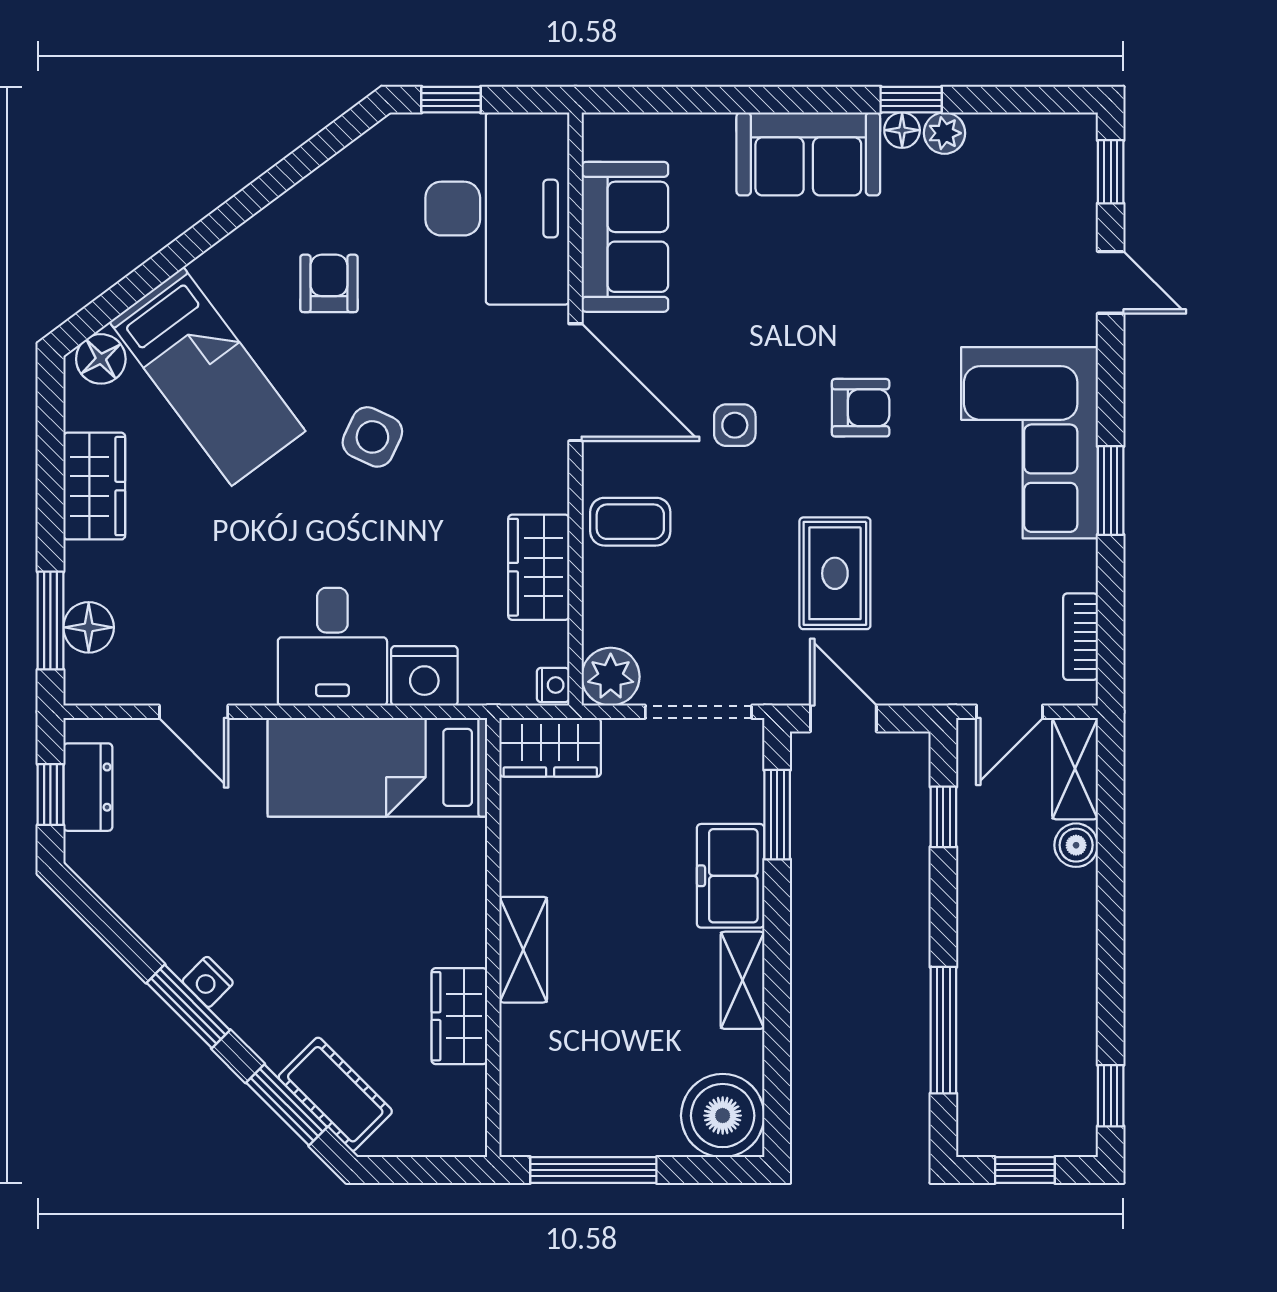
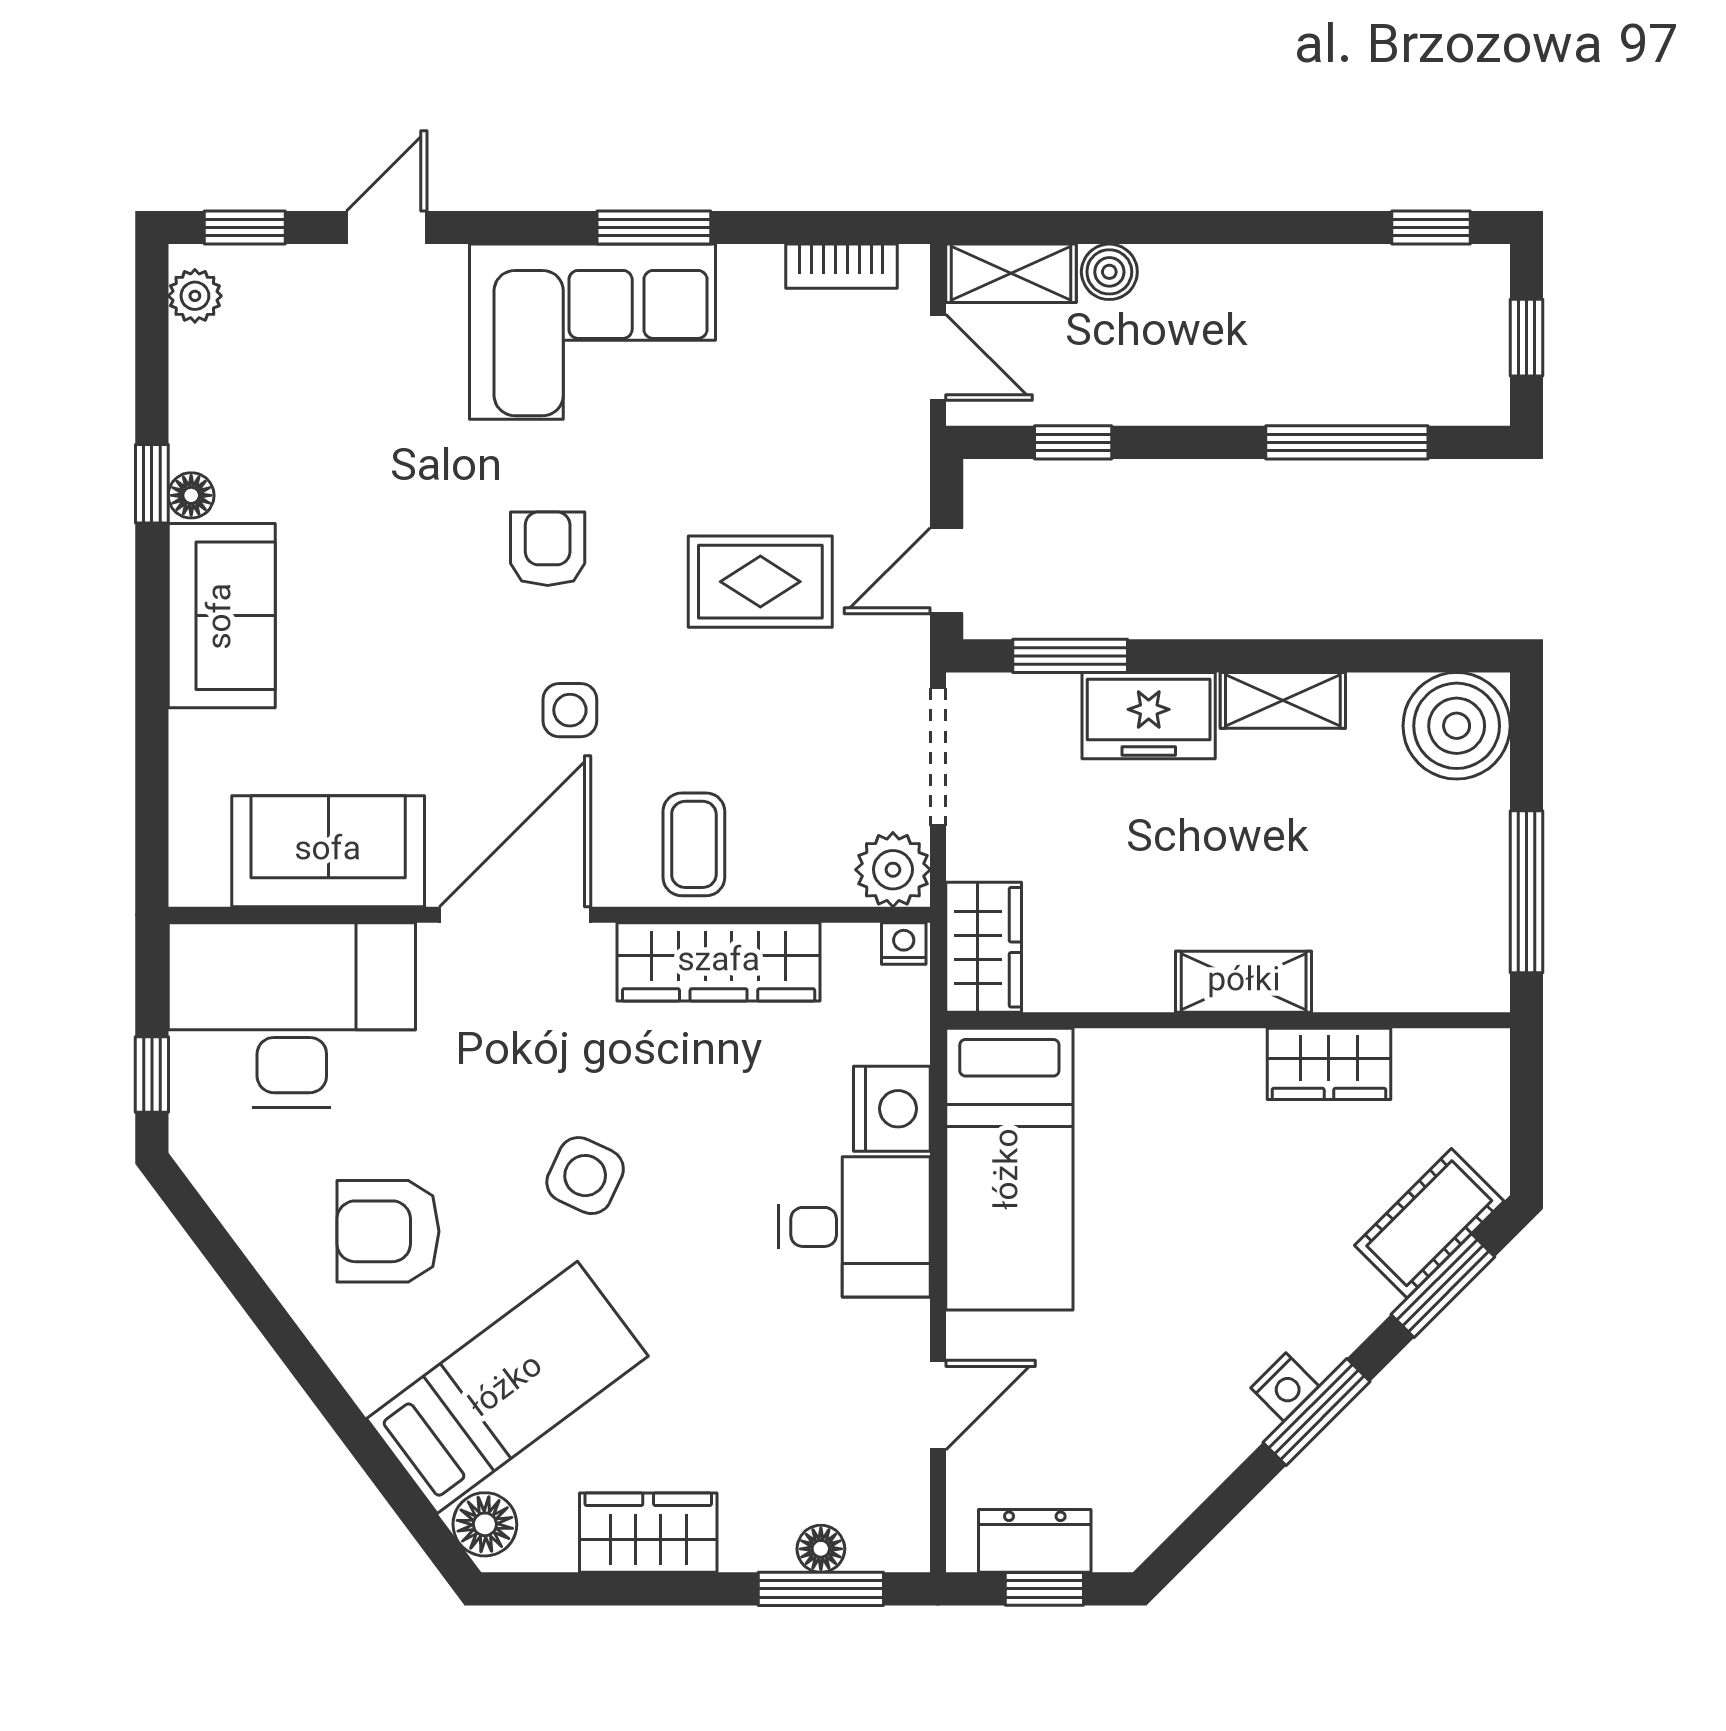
plant: (945, 133) -> (195, 296), moved
armchair: (329, 283) -> (388, 1231), width x1.38, depth x1.38
wardrobe: (539, 567) -> (719, 962), width x1.50
floor lamp: (89, 627) -> (821, 1549), width x0.73, depth x0.73

